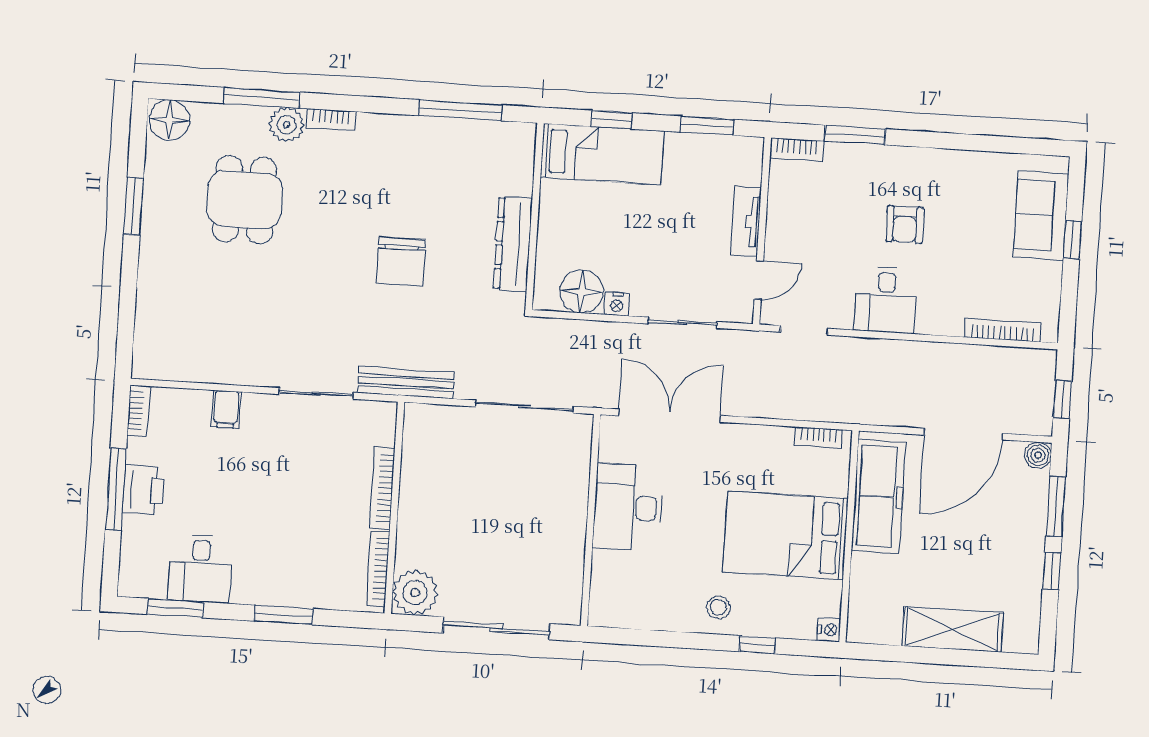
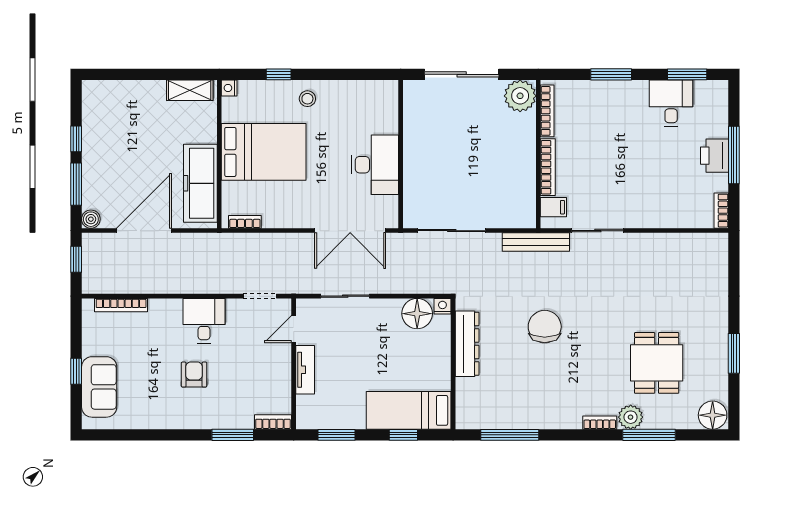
nightstand: (617, 304) -> (442, 306), moved
filing cabinet: (226, 409) -> (553, 207), moved, turned 90
shelving: (953, 629) -> (190, 90), moved, width x0.67, depth x0.75

